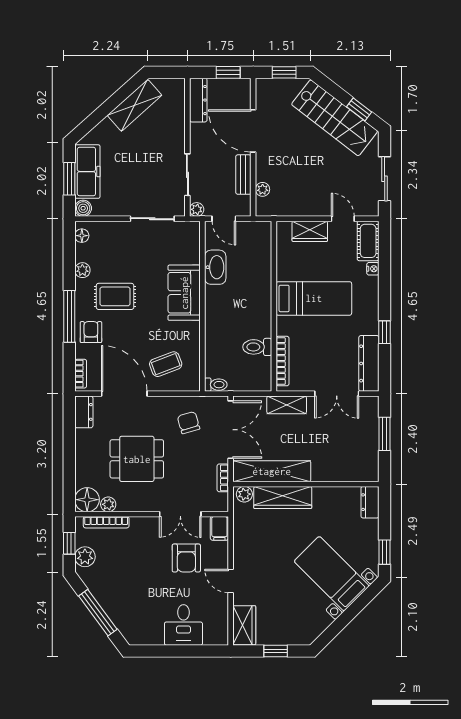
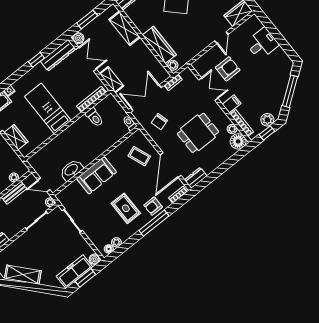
door: (224, 219) -> (44, 185), swing flipped
plant: (82, 270) -> (116, 242), moved
boiler: (370, 405) -> (78, 38), added
dining table: (137, 459) -> (198, 133), turned 90
shelving: (272, 471) -> (125, 28), moved, width x0.68
filing cabinet: (219, 528) -> (232, 104), moved

